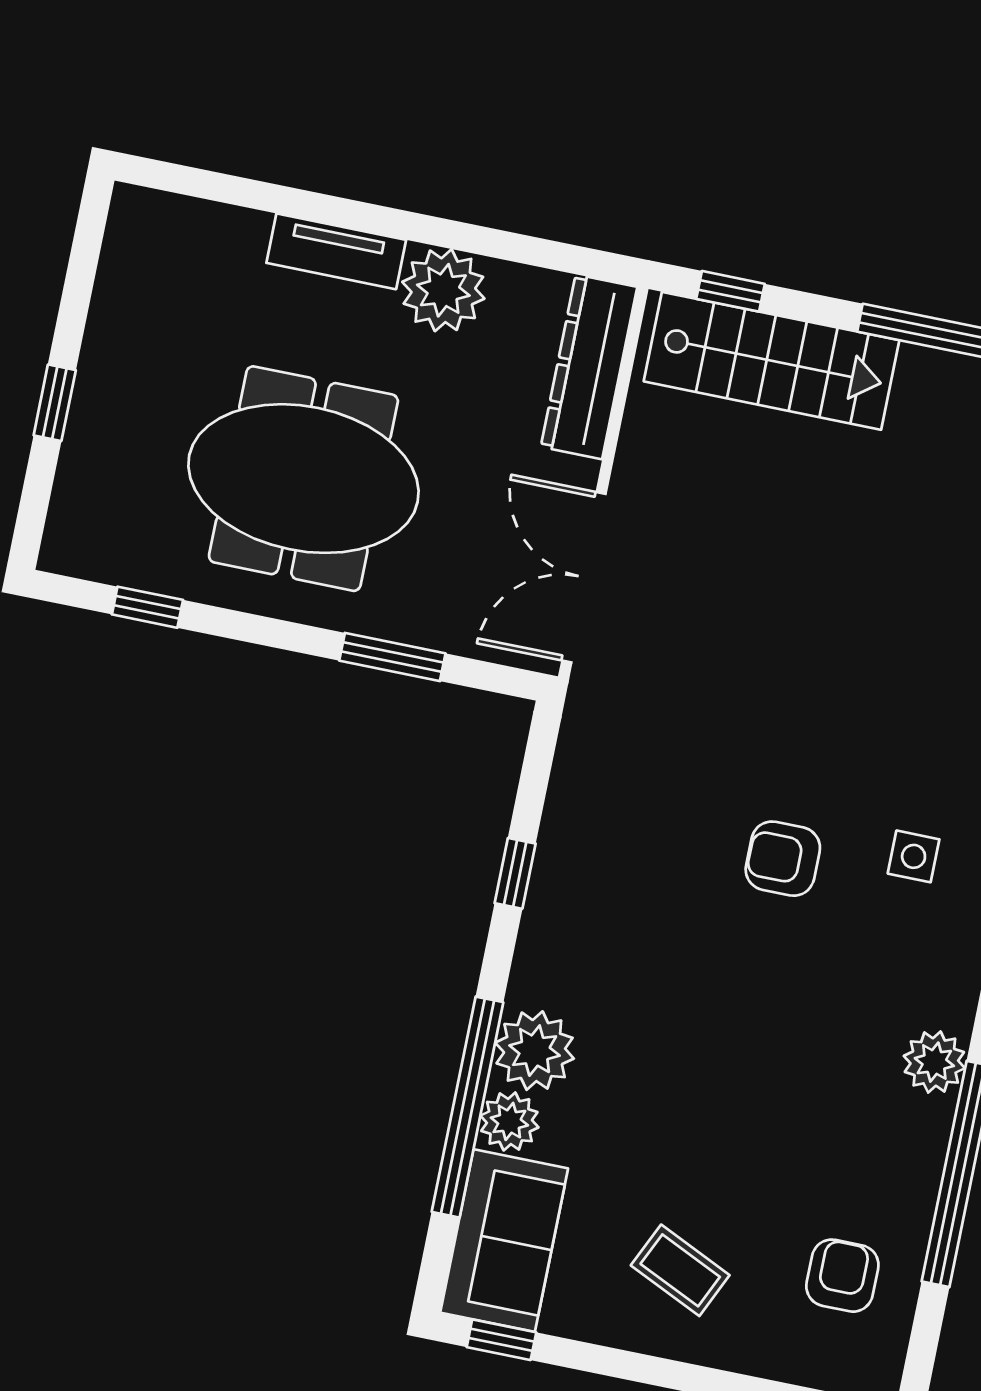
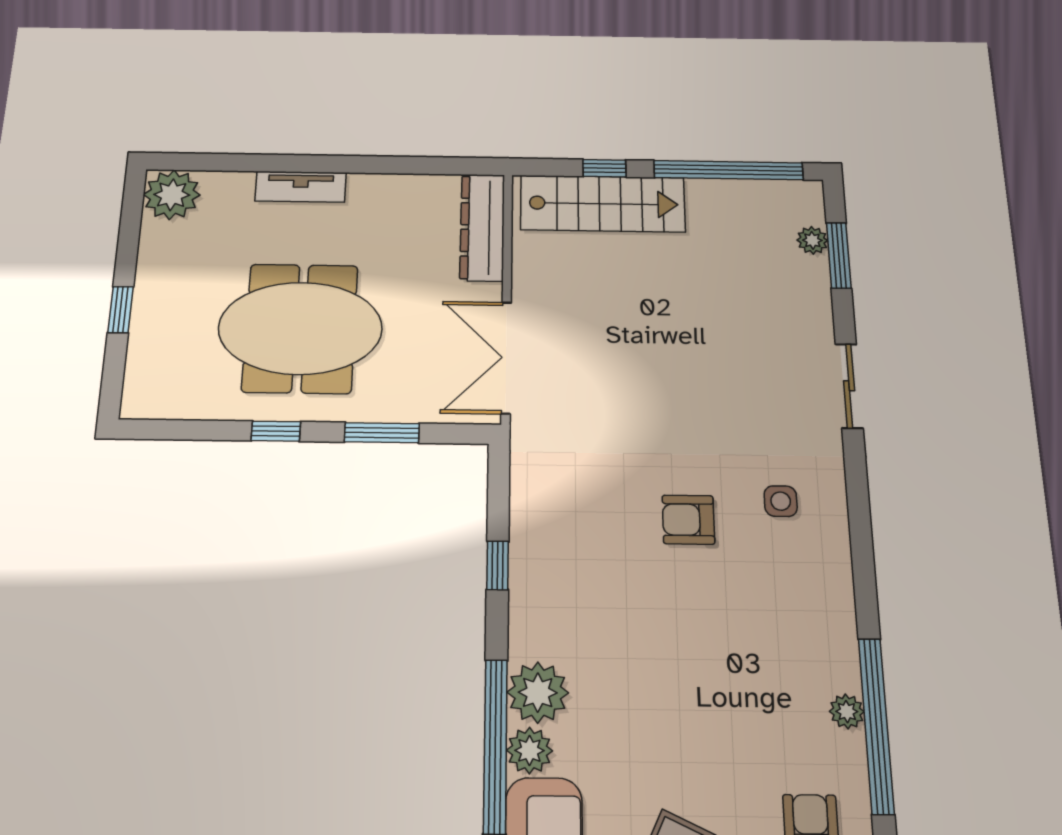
plant: (443, 290) -> (172, 195), moved
window: (730, 291) -> (604, 168), moved
window: (147, 607) -> (276, 431), moved
plant: (934, 1062) -> (847, 712), moved, width x0.73, depth x0.73

